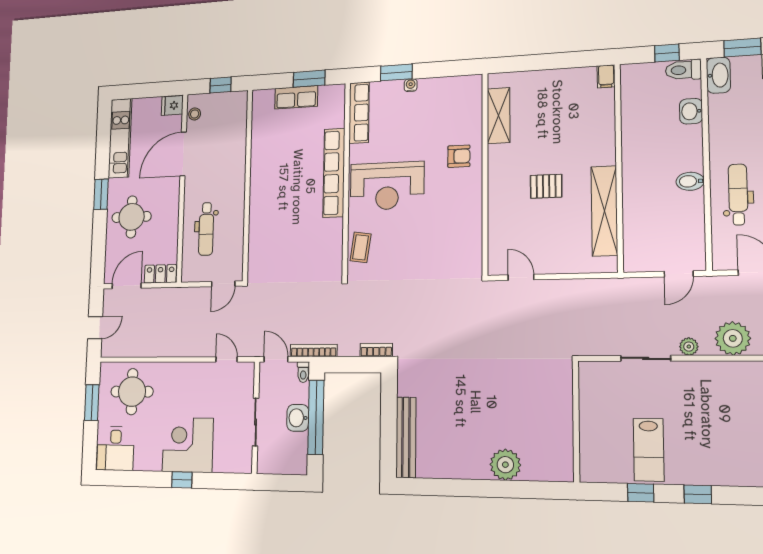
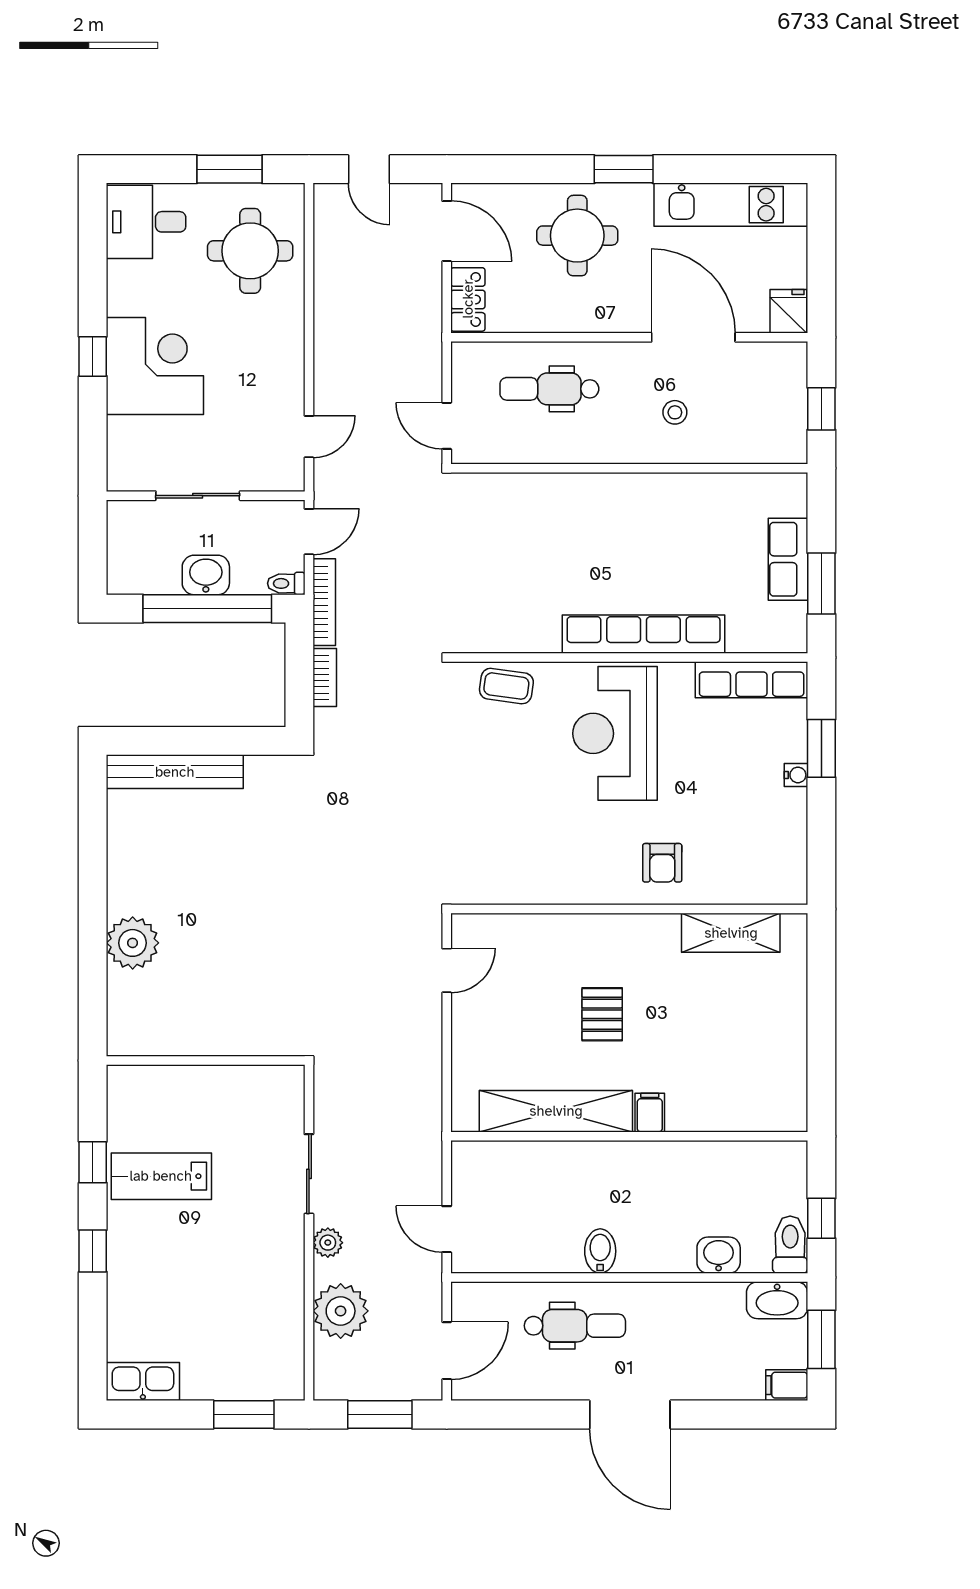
filing cabinet: (606, 76) -> (650, 1113), moved, turned 90
stool: (195, 114) -> (675, 412), moved
bookcase: (376, 350) -> (325, 677), moved

